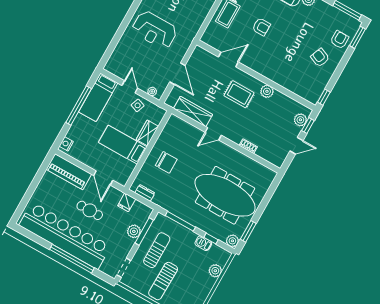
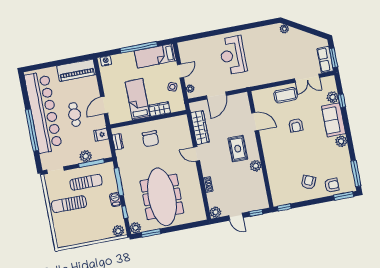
plant: (300, 120) -> (215, 212), moved
piano: (69, 172) -> (76, 70), moved, turned -90
barbecue: (203, 243) -> (115, 200), moved
plant: (215, 271) -> (118, 231), moved

